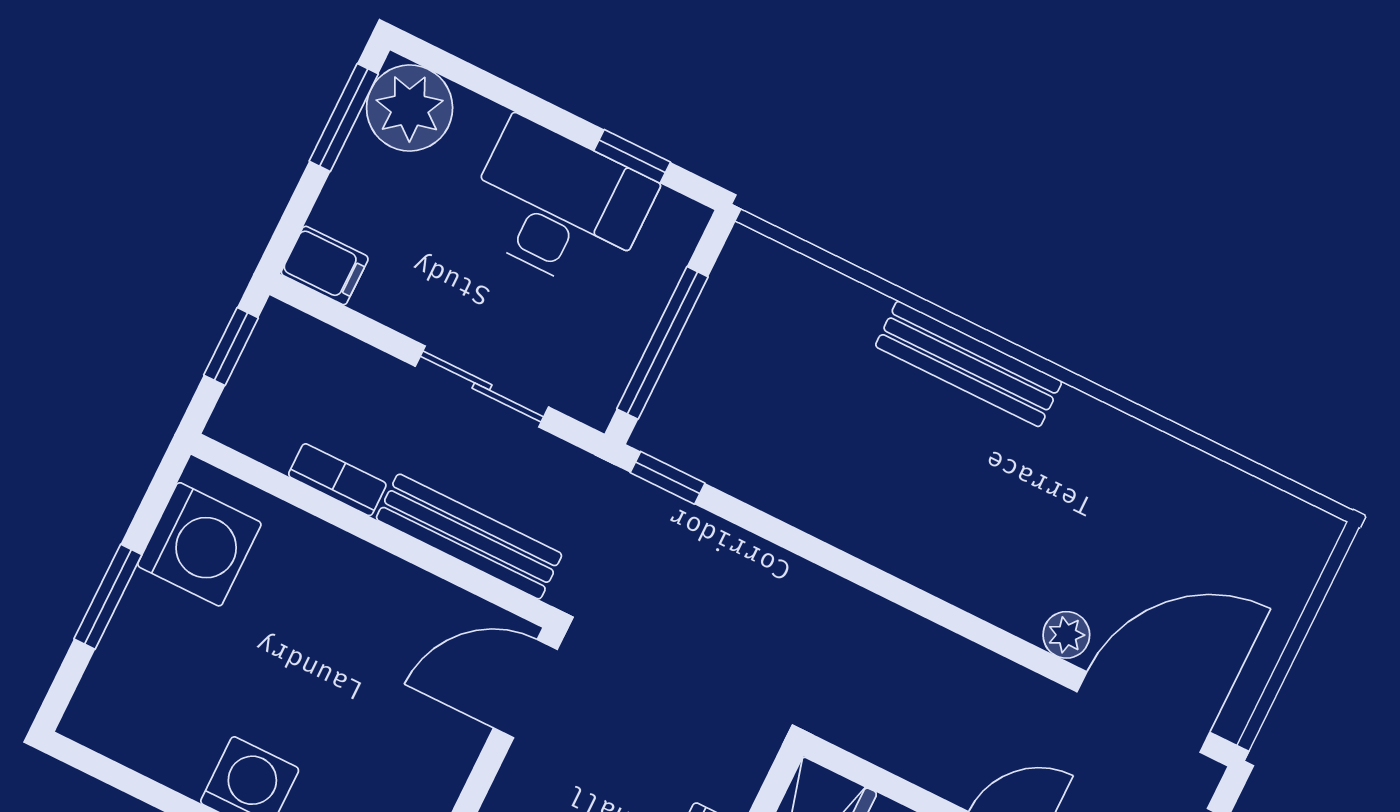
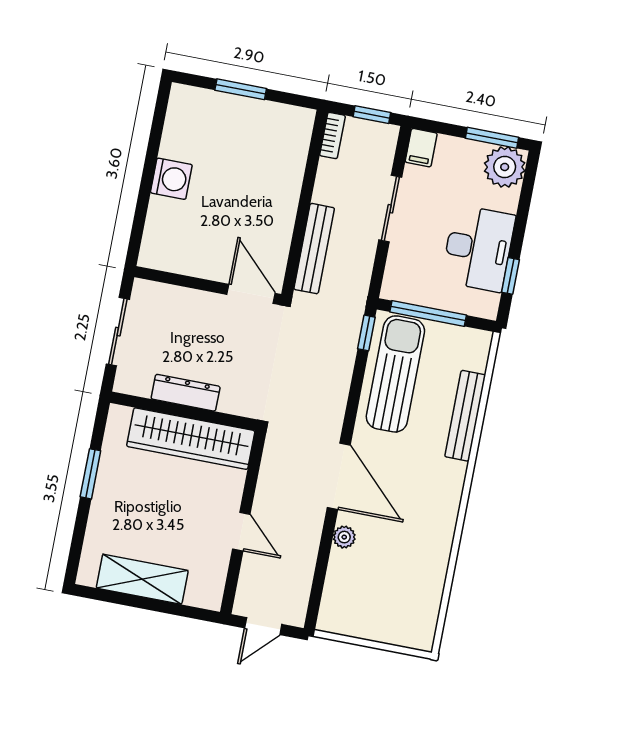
bench: (969, 364) -> (465, 416), moved
sliding door: (482, 387) -> (390, 209), moved
sun lounger: (766, 442) -> (395, 374), added
bookcase: (337, 480) -> (332, 136), moved
washing machine: (199, 544) -> (276, 125), removed
door: (1143, 712) -> (339, 476), moved

